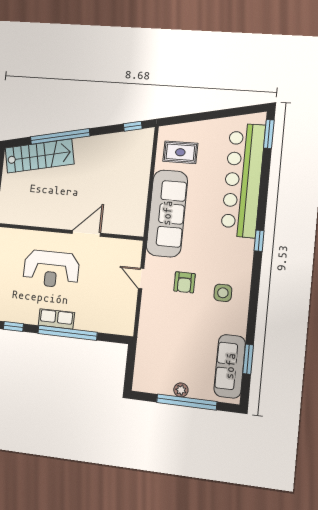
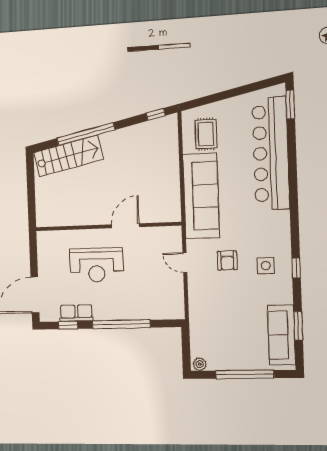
rug: (180, 152) -> (206, 134), turned 90
window: (259, 241) -> (296, 268), moved
row of seats: (56, 319) -> (76, 313), moved
plant: (181, 390) -> (200, 364), moved

